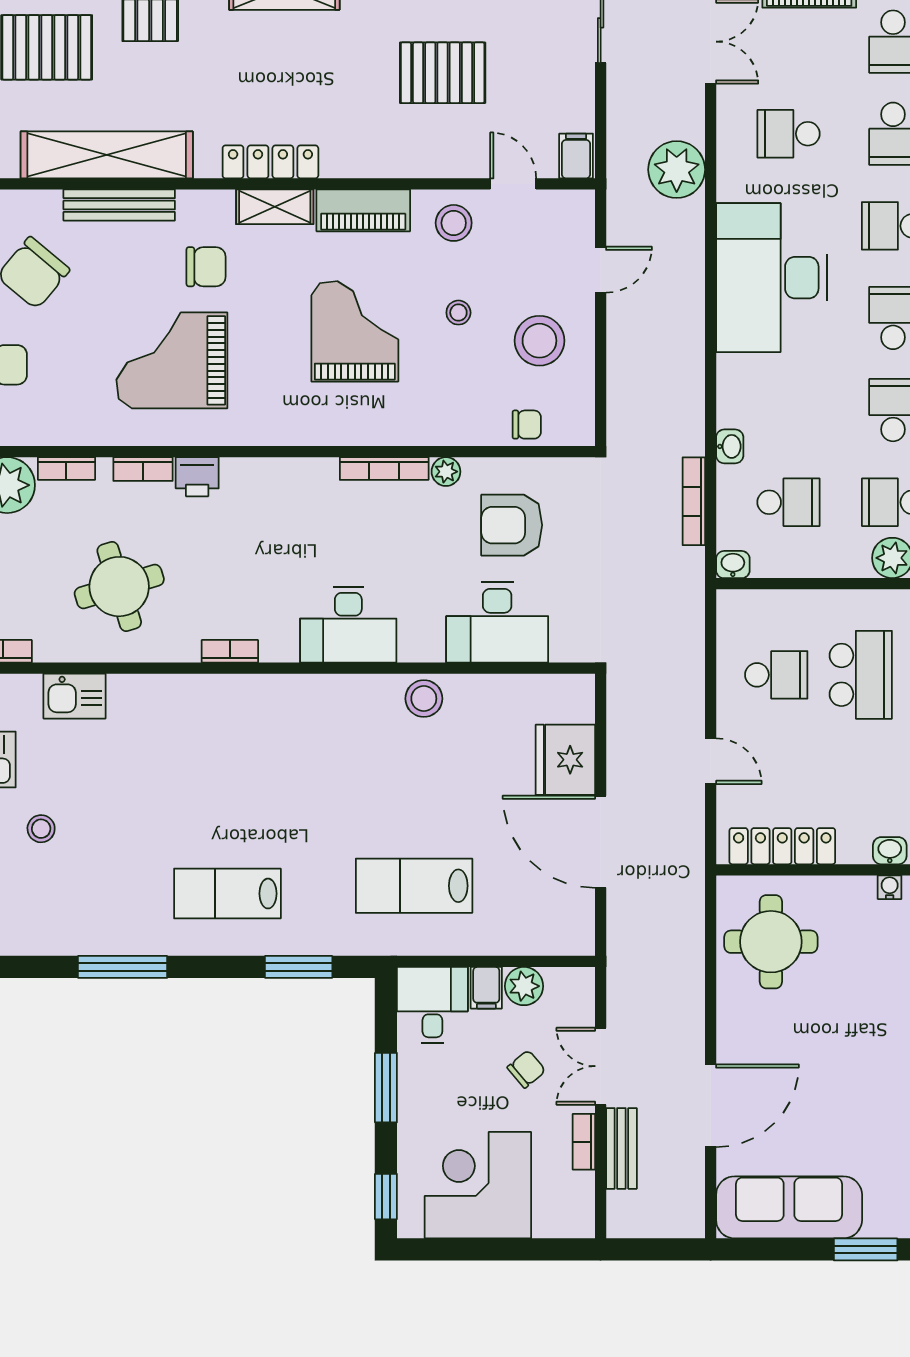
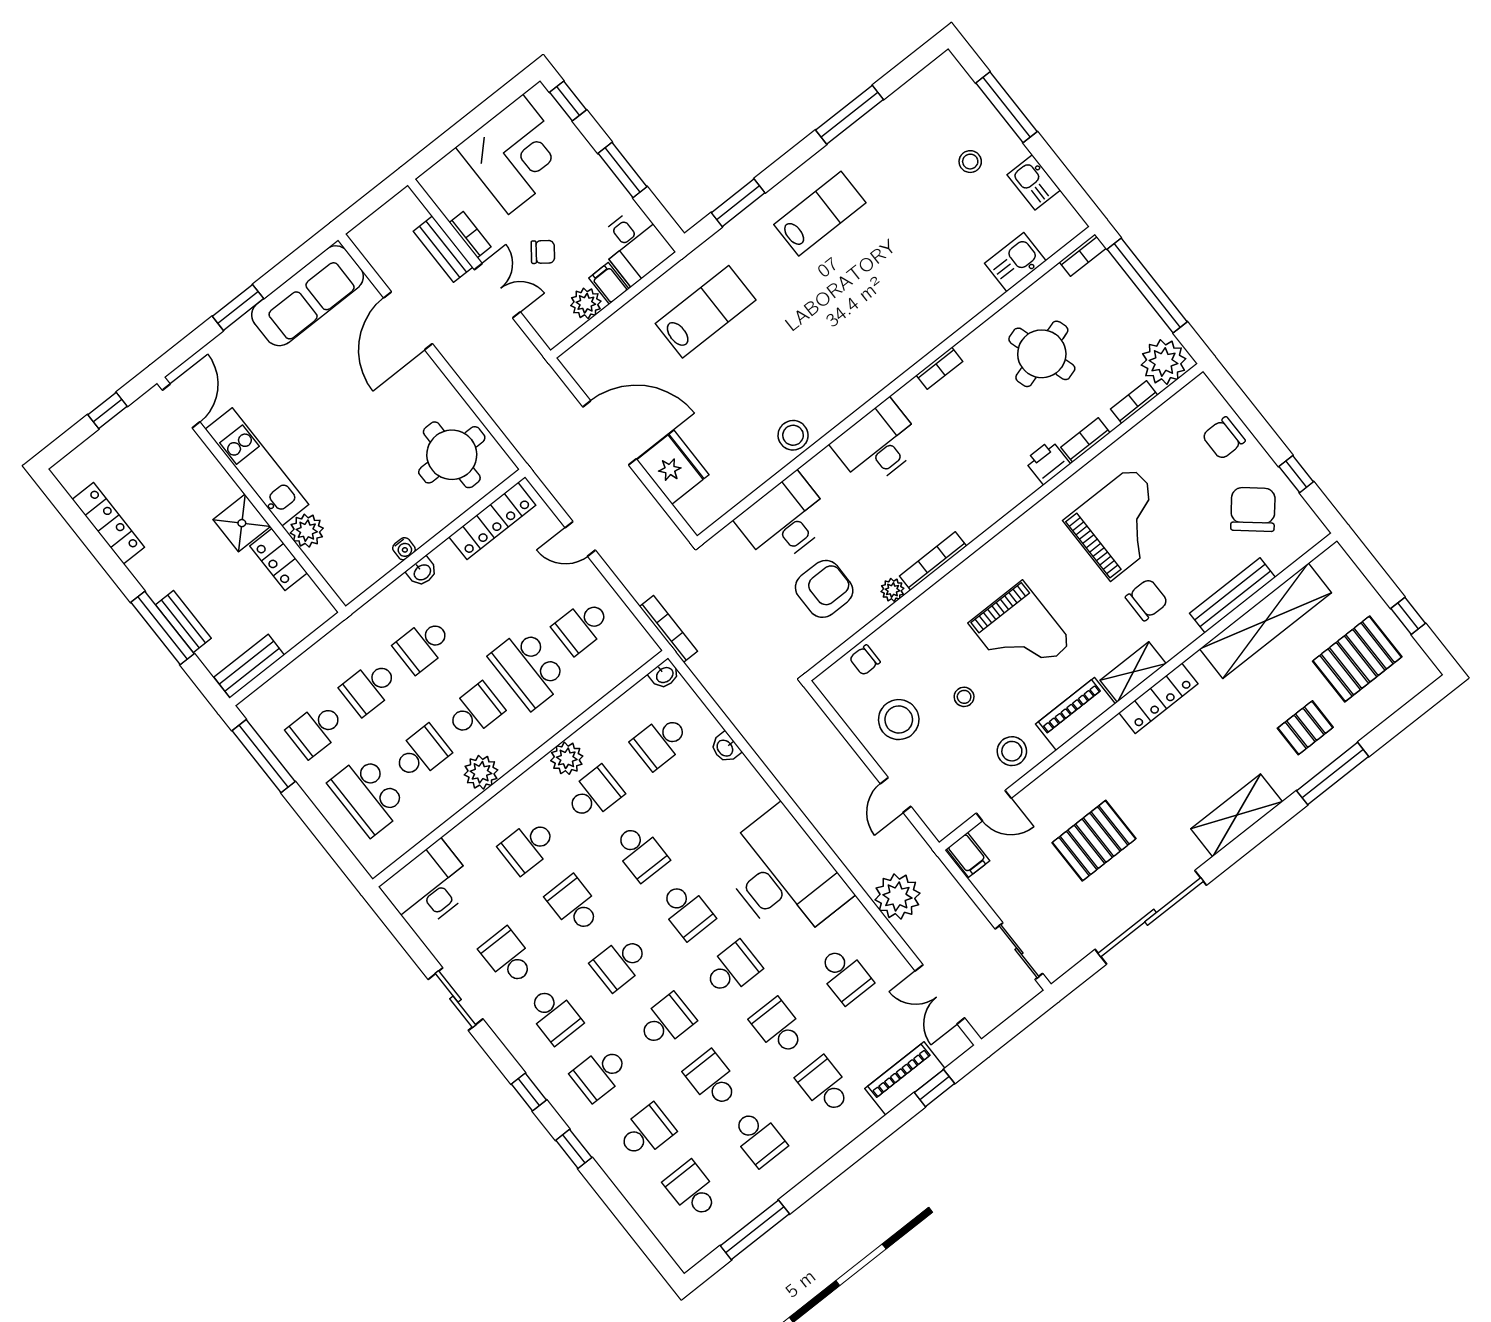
school desk: (788, 134) -> (845, 975), turned 90
chair: (206, 267) -> (1147, 600), turned 180
bookcase: (694, 501) -> (668, 629), moved
chair: (526, 1069) -> (543, 252), turned -103

